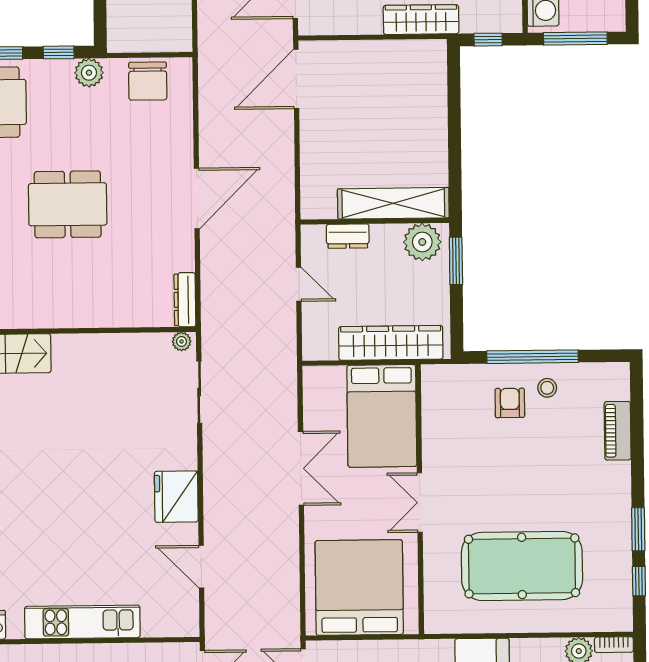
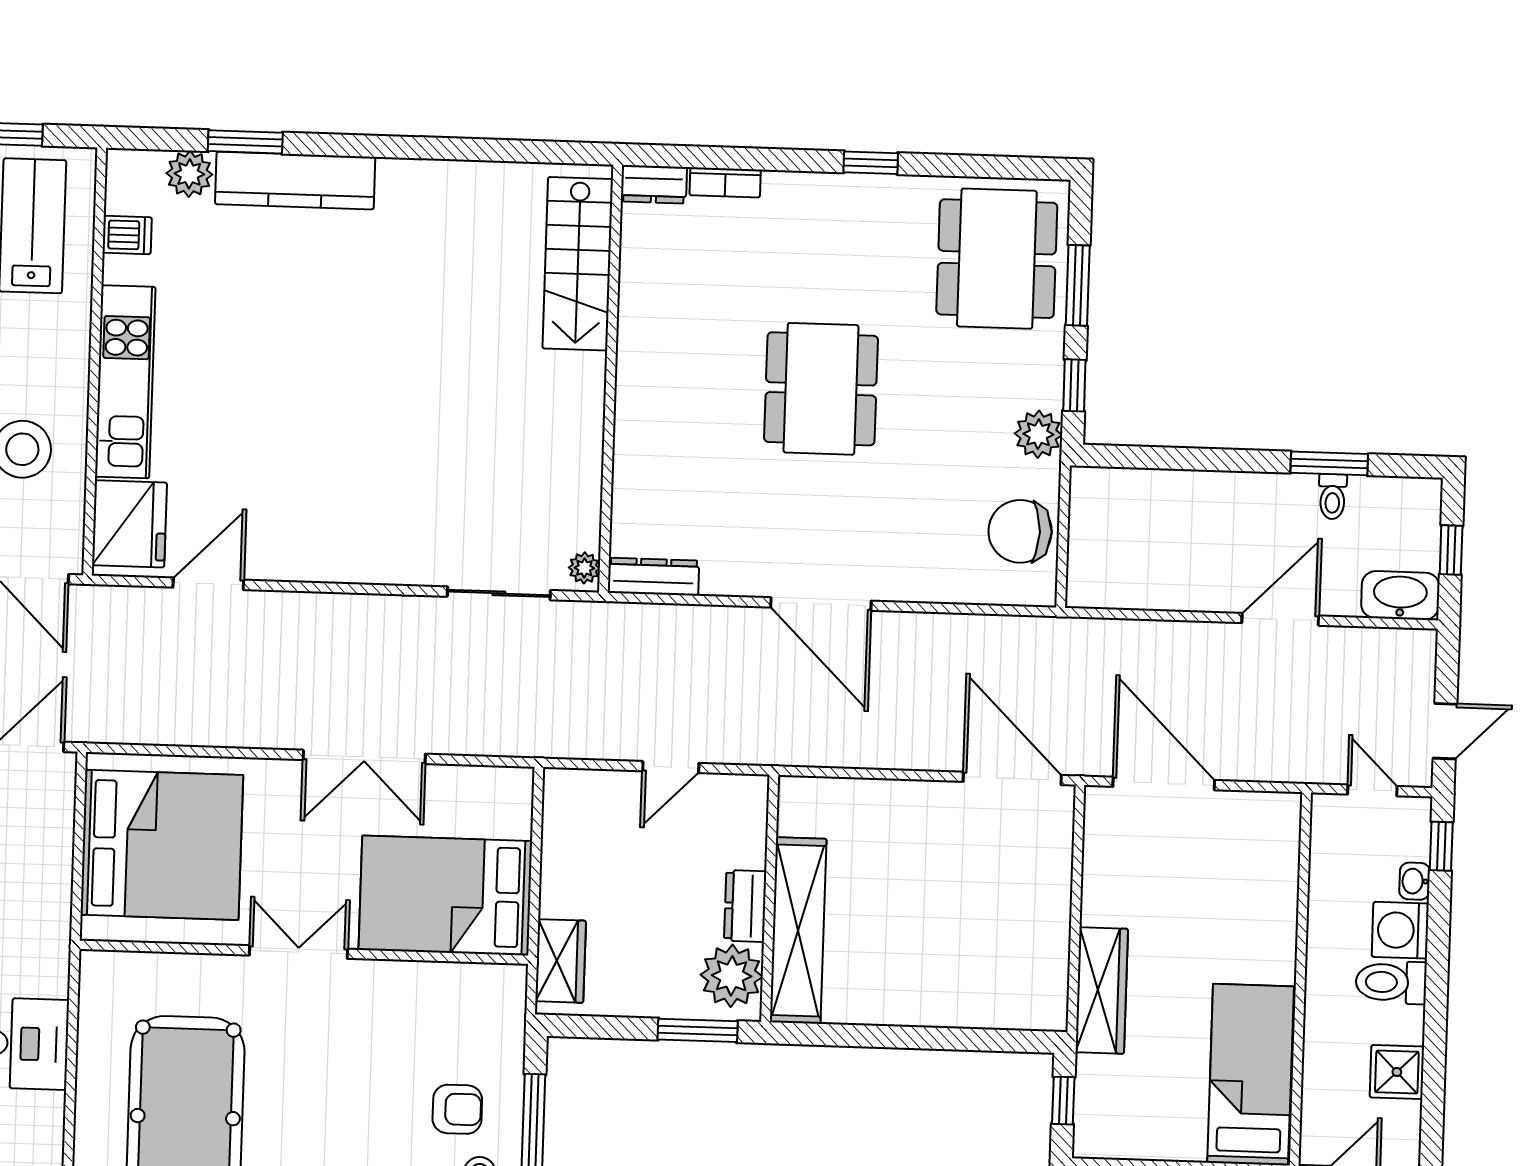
dresser: (348, 236) -> (745, 906), moved
wardrobe: (391, 343) -> (561, 961), width x0.48, depth x0.85
fridge: (176, 497) -> (130, 524), moved, turned 90

